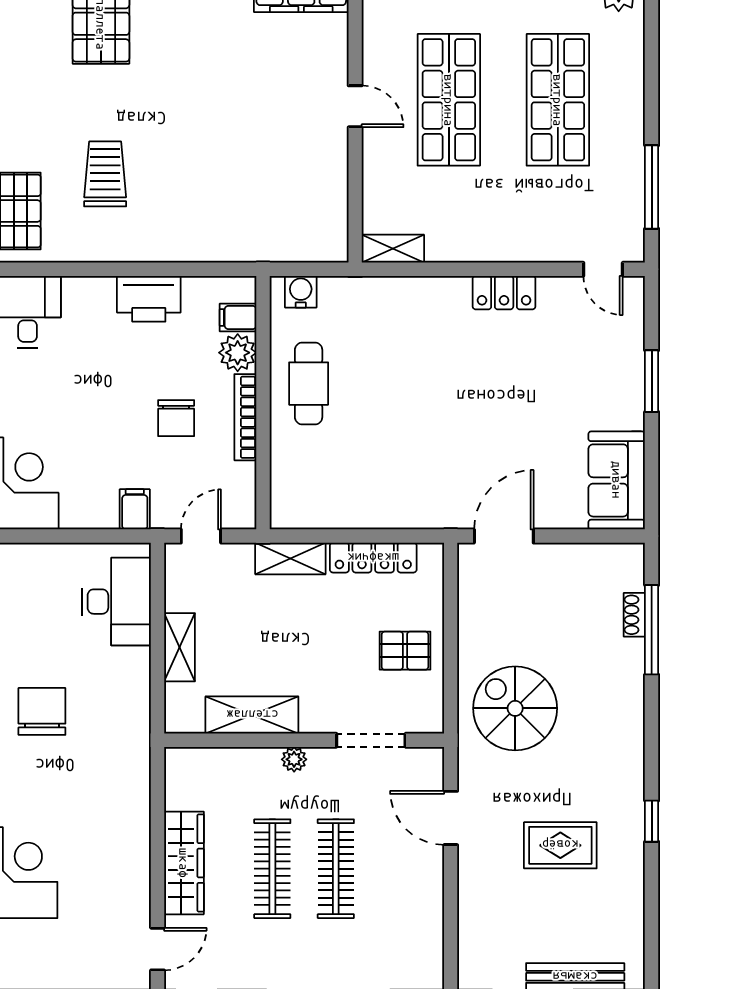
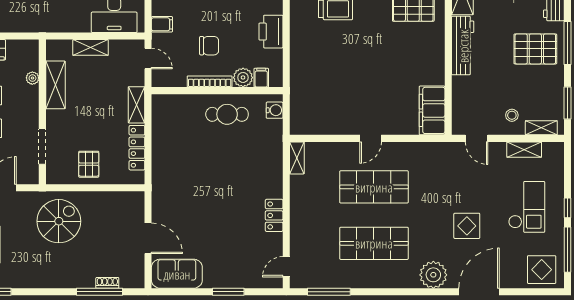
chair: (176, 418) -> (209, 46), turned 180
door: (504, 536) -> (148, 238), moved
plant: (294, 759) -> (32, 78), moved

